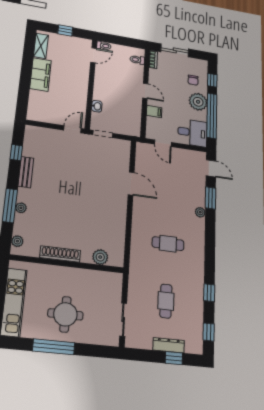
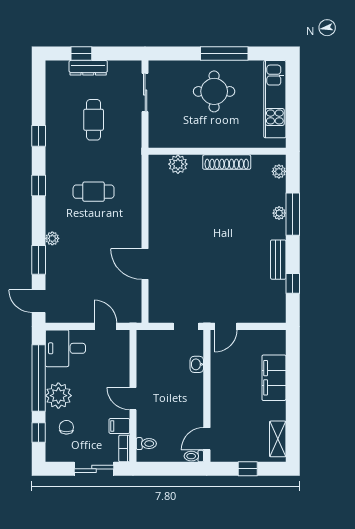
filing cabinet: (41, 75) -> (274, 378), moved
filing cabinet: (154, 111) -> (119, 426), moved
window: (209, 332) -> (39, 186), moved

